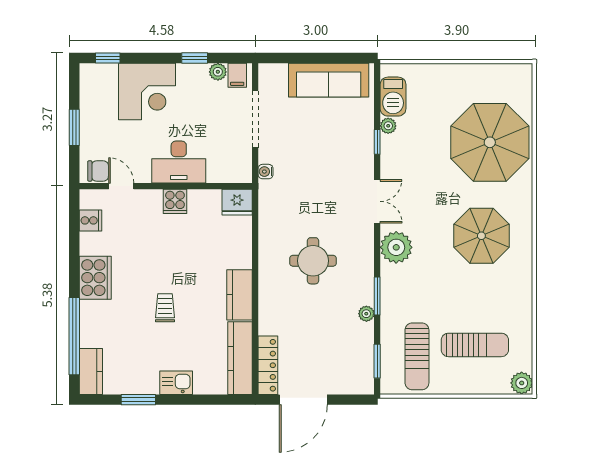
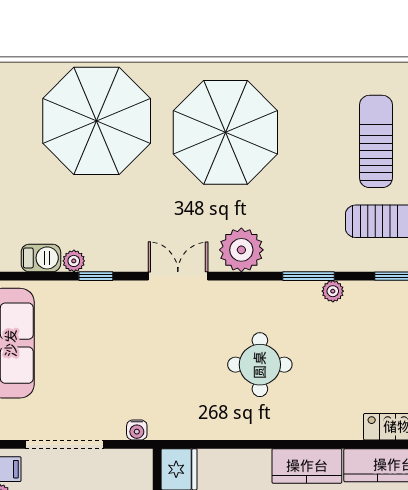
barbecue: (393, 97) -> (41, 258), width x0.73, depth x0.79
parasol: (481, 236) -> (225, 132), width x1.36, depth x1.36

